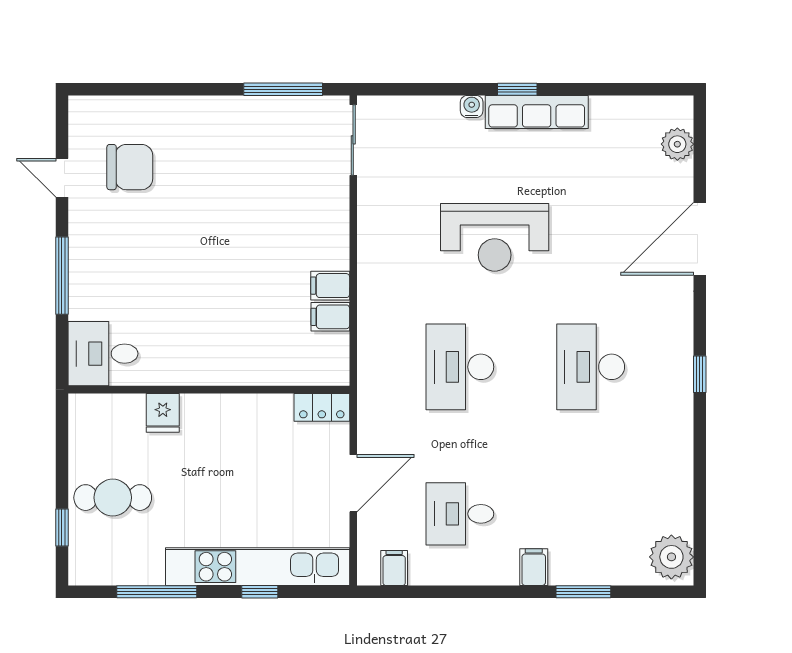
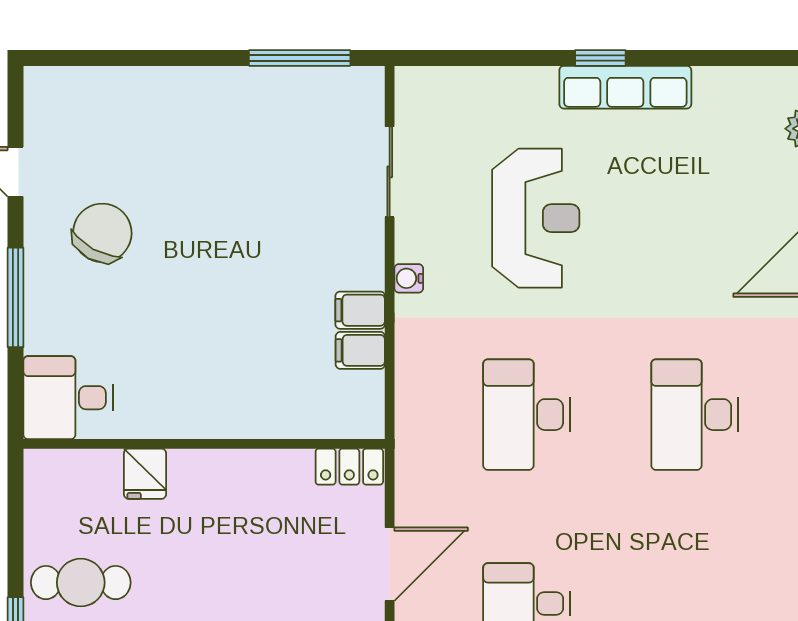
water cooler: (472, 106) -> (409, 278), moved, turned -90
sliding door: (353, 140) -> (390, 172), moved
chair: (130, 167) -> (102, 233), moved, turned -61
reception desk: (495, 237) -> (536, 218), moved, turned -90

